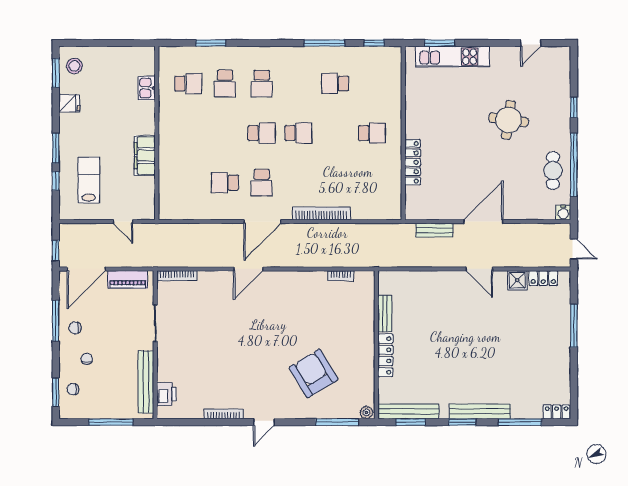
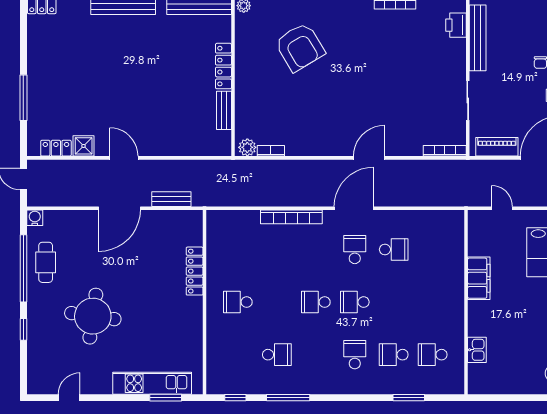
school desk: (225, 84) -> (394, 355), turned -90
round table: (508, 120) -> (93, 316), width x1.36, depth x1.36
plant: (363, 279) -> (247, 147), added

